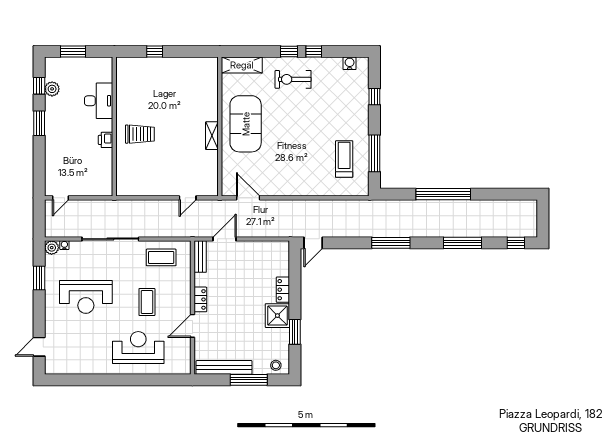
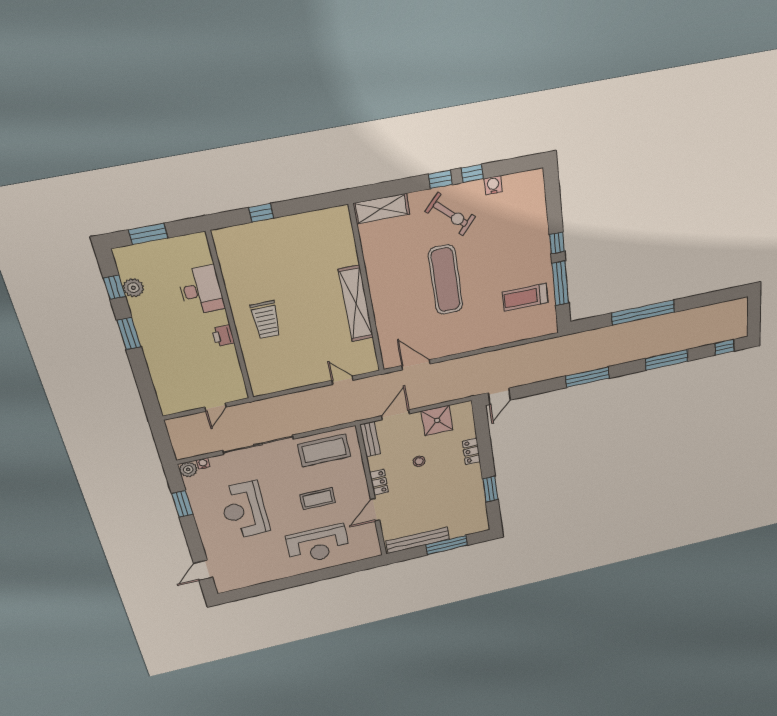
water cooler: (350, 63) -> (493, 185), moved
exercise bike: (293, 79) -> (450, 214), turned -137
window: (374, 97) -> (557, 243), moved
exercise mat: (246, 124) -> (446, 280), moved, width x0.68
trolley: (140, 134) -> (266, 320), turned 90
shelving: (212, 136) -> (356, 304), width x2.20, depth x1.33
treadmill: (344, 159) -> (525, 297), turned -90
door: (61, 198) -> (216, 407), moved
door: (188, 198) -> (342, 380), swing flipped
coffee table: (161, 257) -> (324, 450), width x1.36, depth x1.32
reception desk: (86, 297) -> (244, 510), turned 90
coffee table: (147, 302) -> (318, 499), turned 90
shower: (277, 316) -> (437, 420), moved
reception desk: (138, 348) -> (318, 544), turned 180
stool: (276, 365) -> (419, 461), moved

